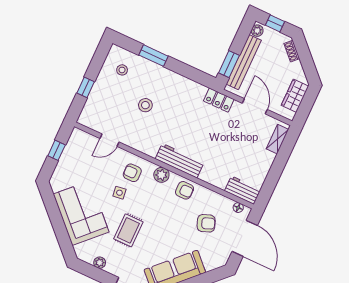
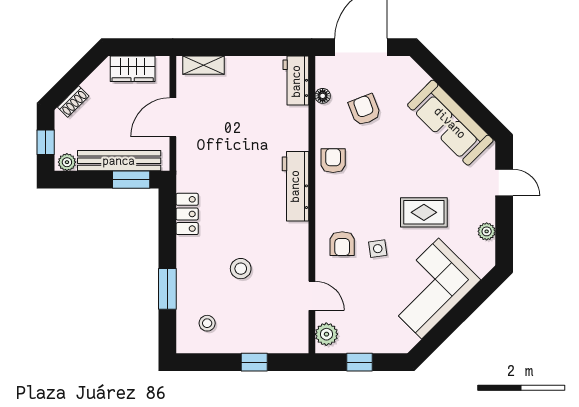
locker: (219, 100) -> (187, 214), moved
plant: (161, 175) -> (326, 334), moved
floor lamp: (238, 208) -> (323, 96), moved

